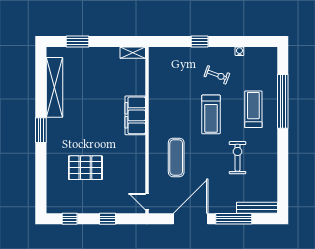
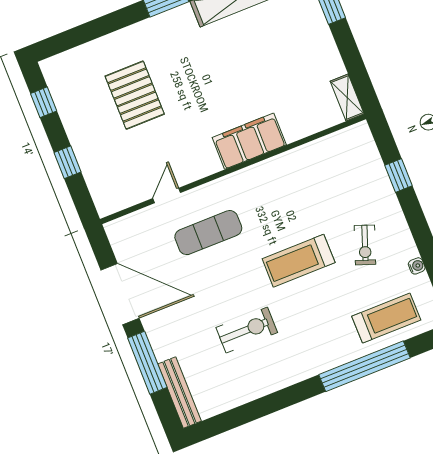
window: (200, 42) -> (398, 175), moved
treadmill: (253, 109) -> (386, 318), moved
door: (147, 202) -> (167, 195), moved

